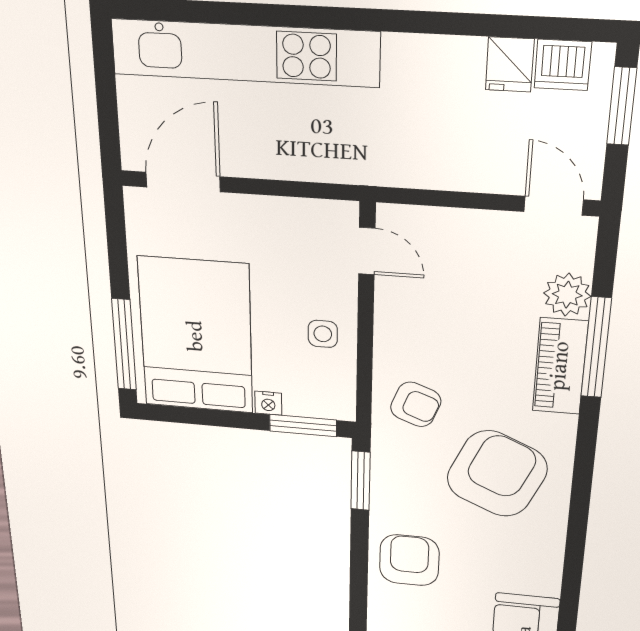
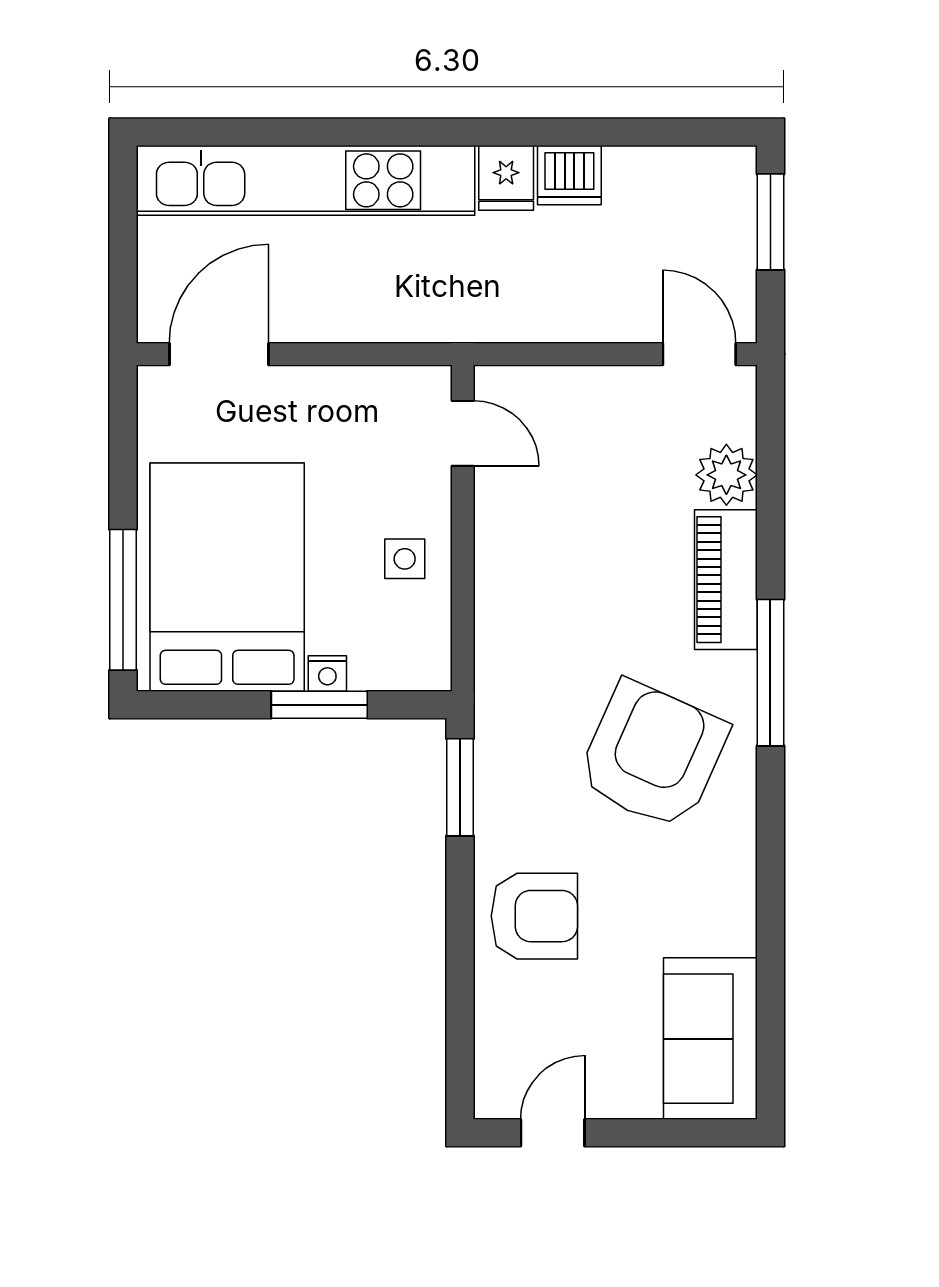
fridge: (510, 64) -> (506, 178), moved
dishwasher: (563, 65) -> (569, 175), moved
window: (596, 348) -> (770, 673), moved
armchair: (416, 404) -> (535, 656), removed
window: (303, 426) -> (319, 705), moved
armchair: (409, 560) -> (534, 916), turned 90

